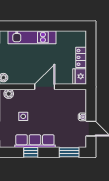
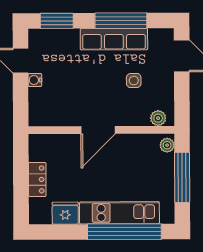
window: (29, 26) -> (124, 232), added
fridge: (80, 76) -> (65, 213), moved, turned -90
window: (31, 152) -> (121, 21), width x2.17

